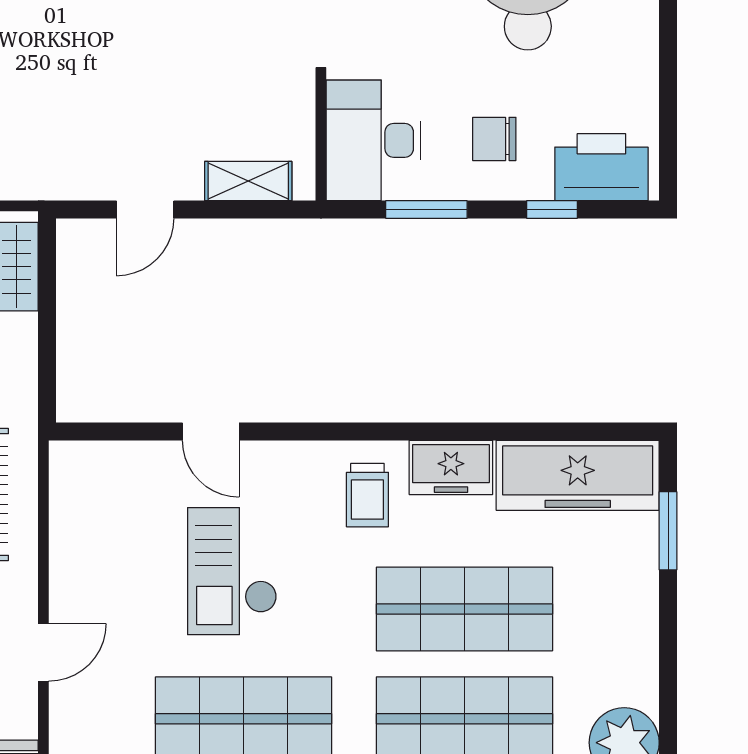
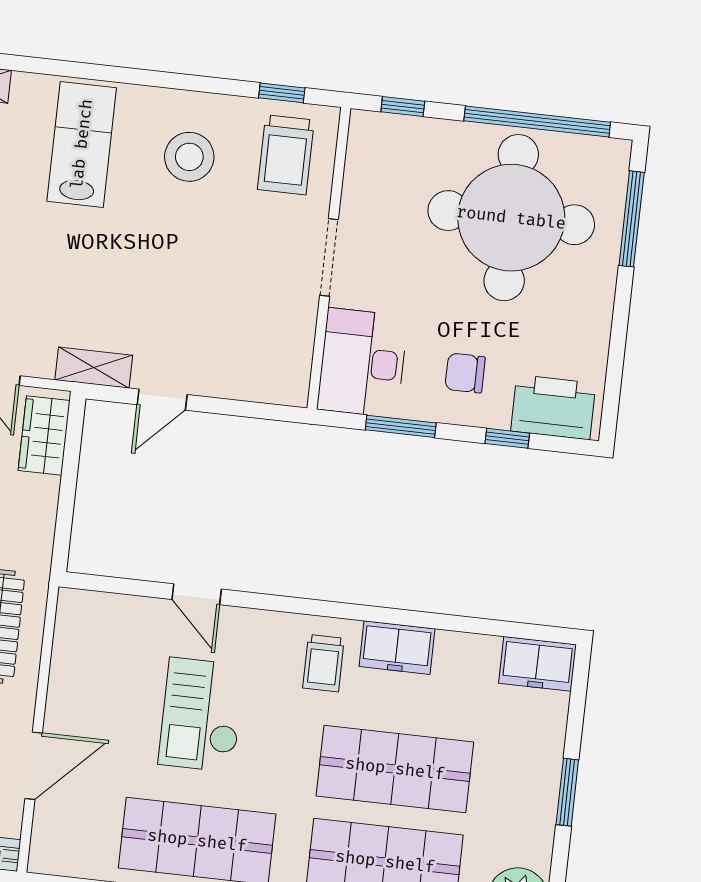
shelving: (248, 181) -> (94, 368), moved
freezer: (578, 475) -> (537, 664), width x0.52, depth x0.79
window: (668, 531) -> (567, 792), moved
door: (43, 652) -> (34, 766), width x1.38

